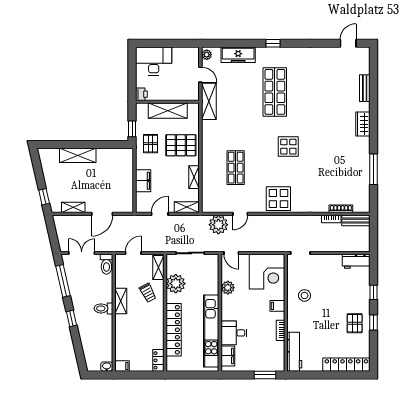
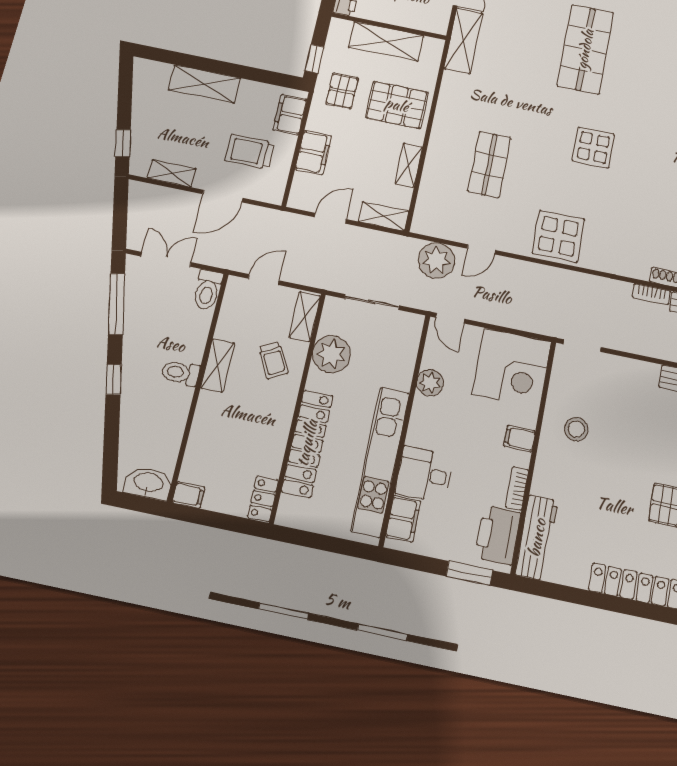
filing cabinet: (126, 163) -> (290, 115), added
trolley: (110, 187) -> (250, 152), added
printer: (275, 354) -> (498, 535), added
washbasin: (107, 367) -> (148, 483), width x1.91, depth x1.45

